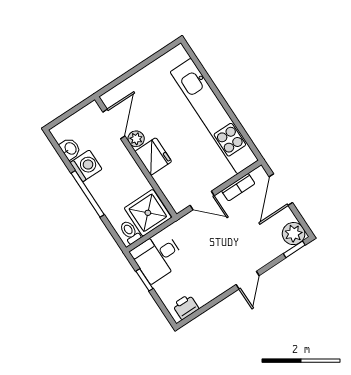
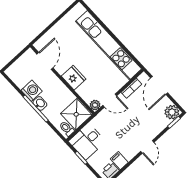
plant: (136, 139) -> (95, 105), moved
washbasin: (70, 149) -> (40, 103), moved
filing cabinet: (202, 294) -> (119, 161), added

